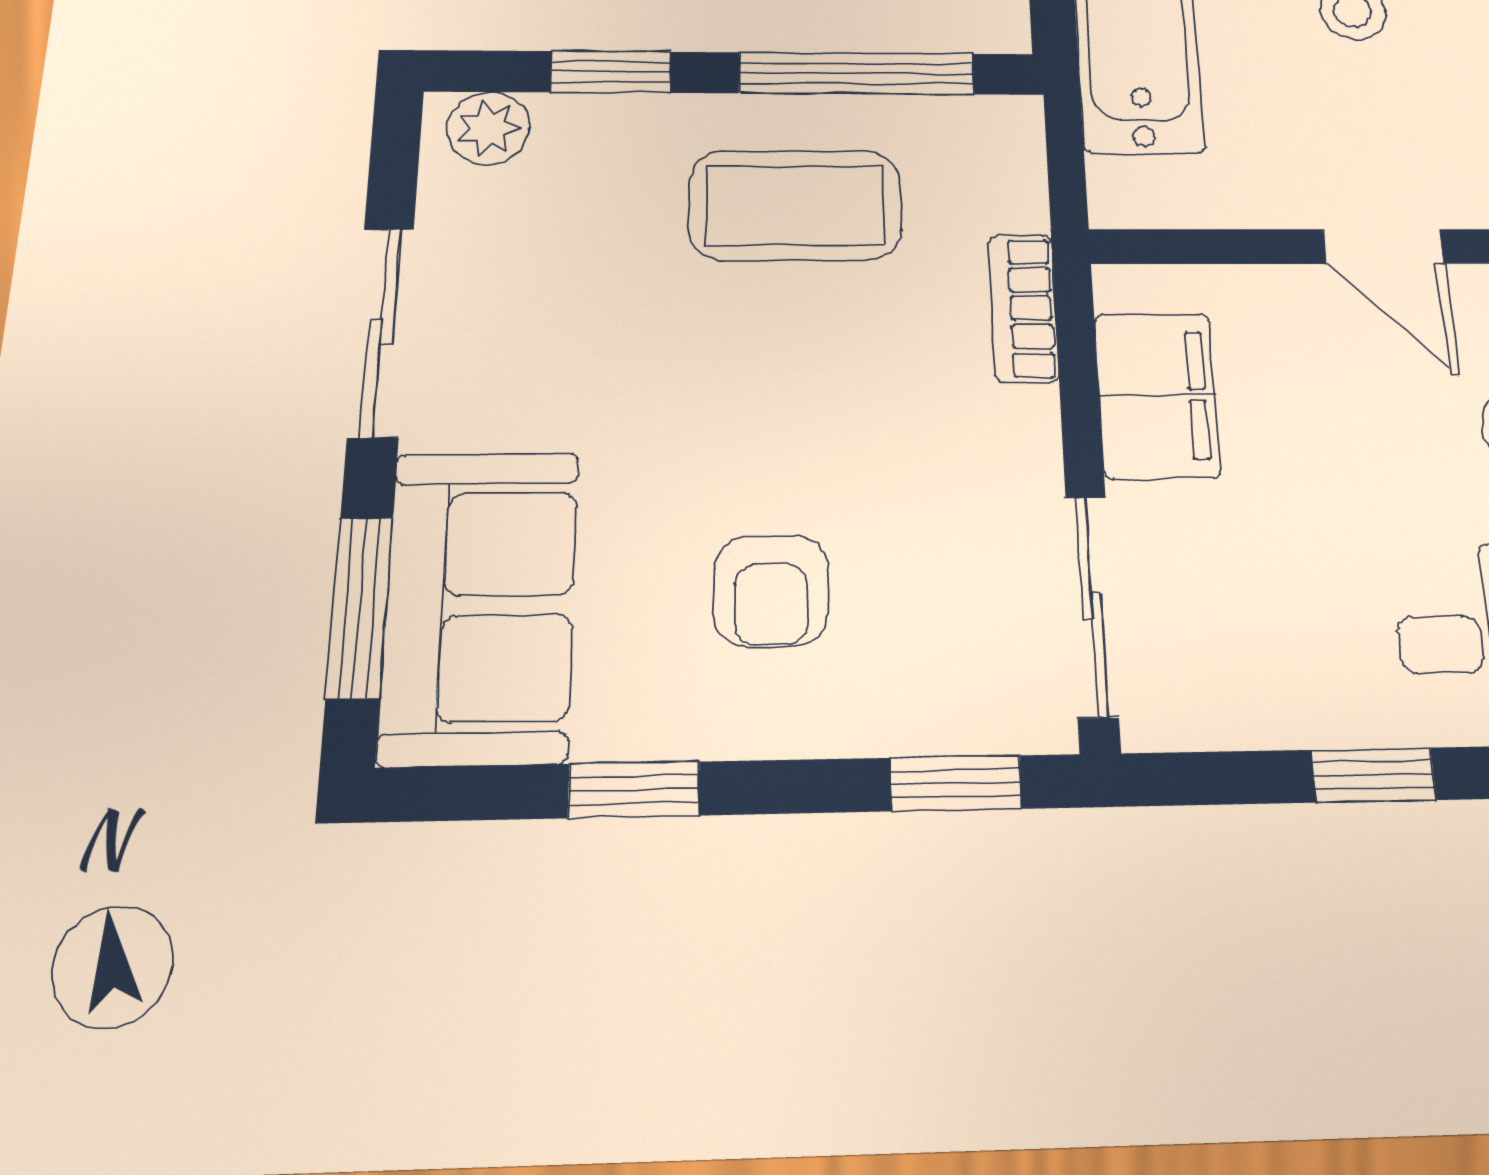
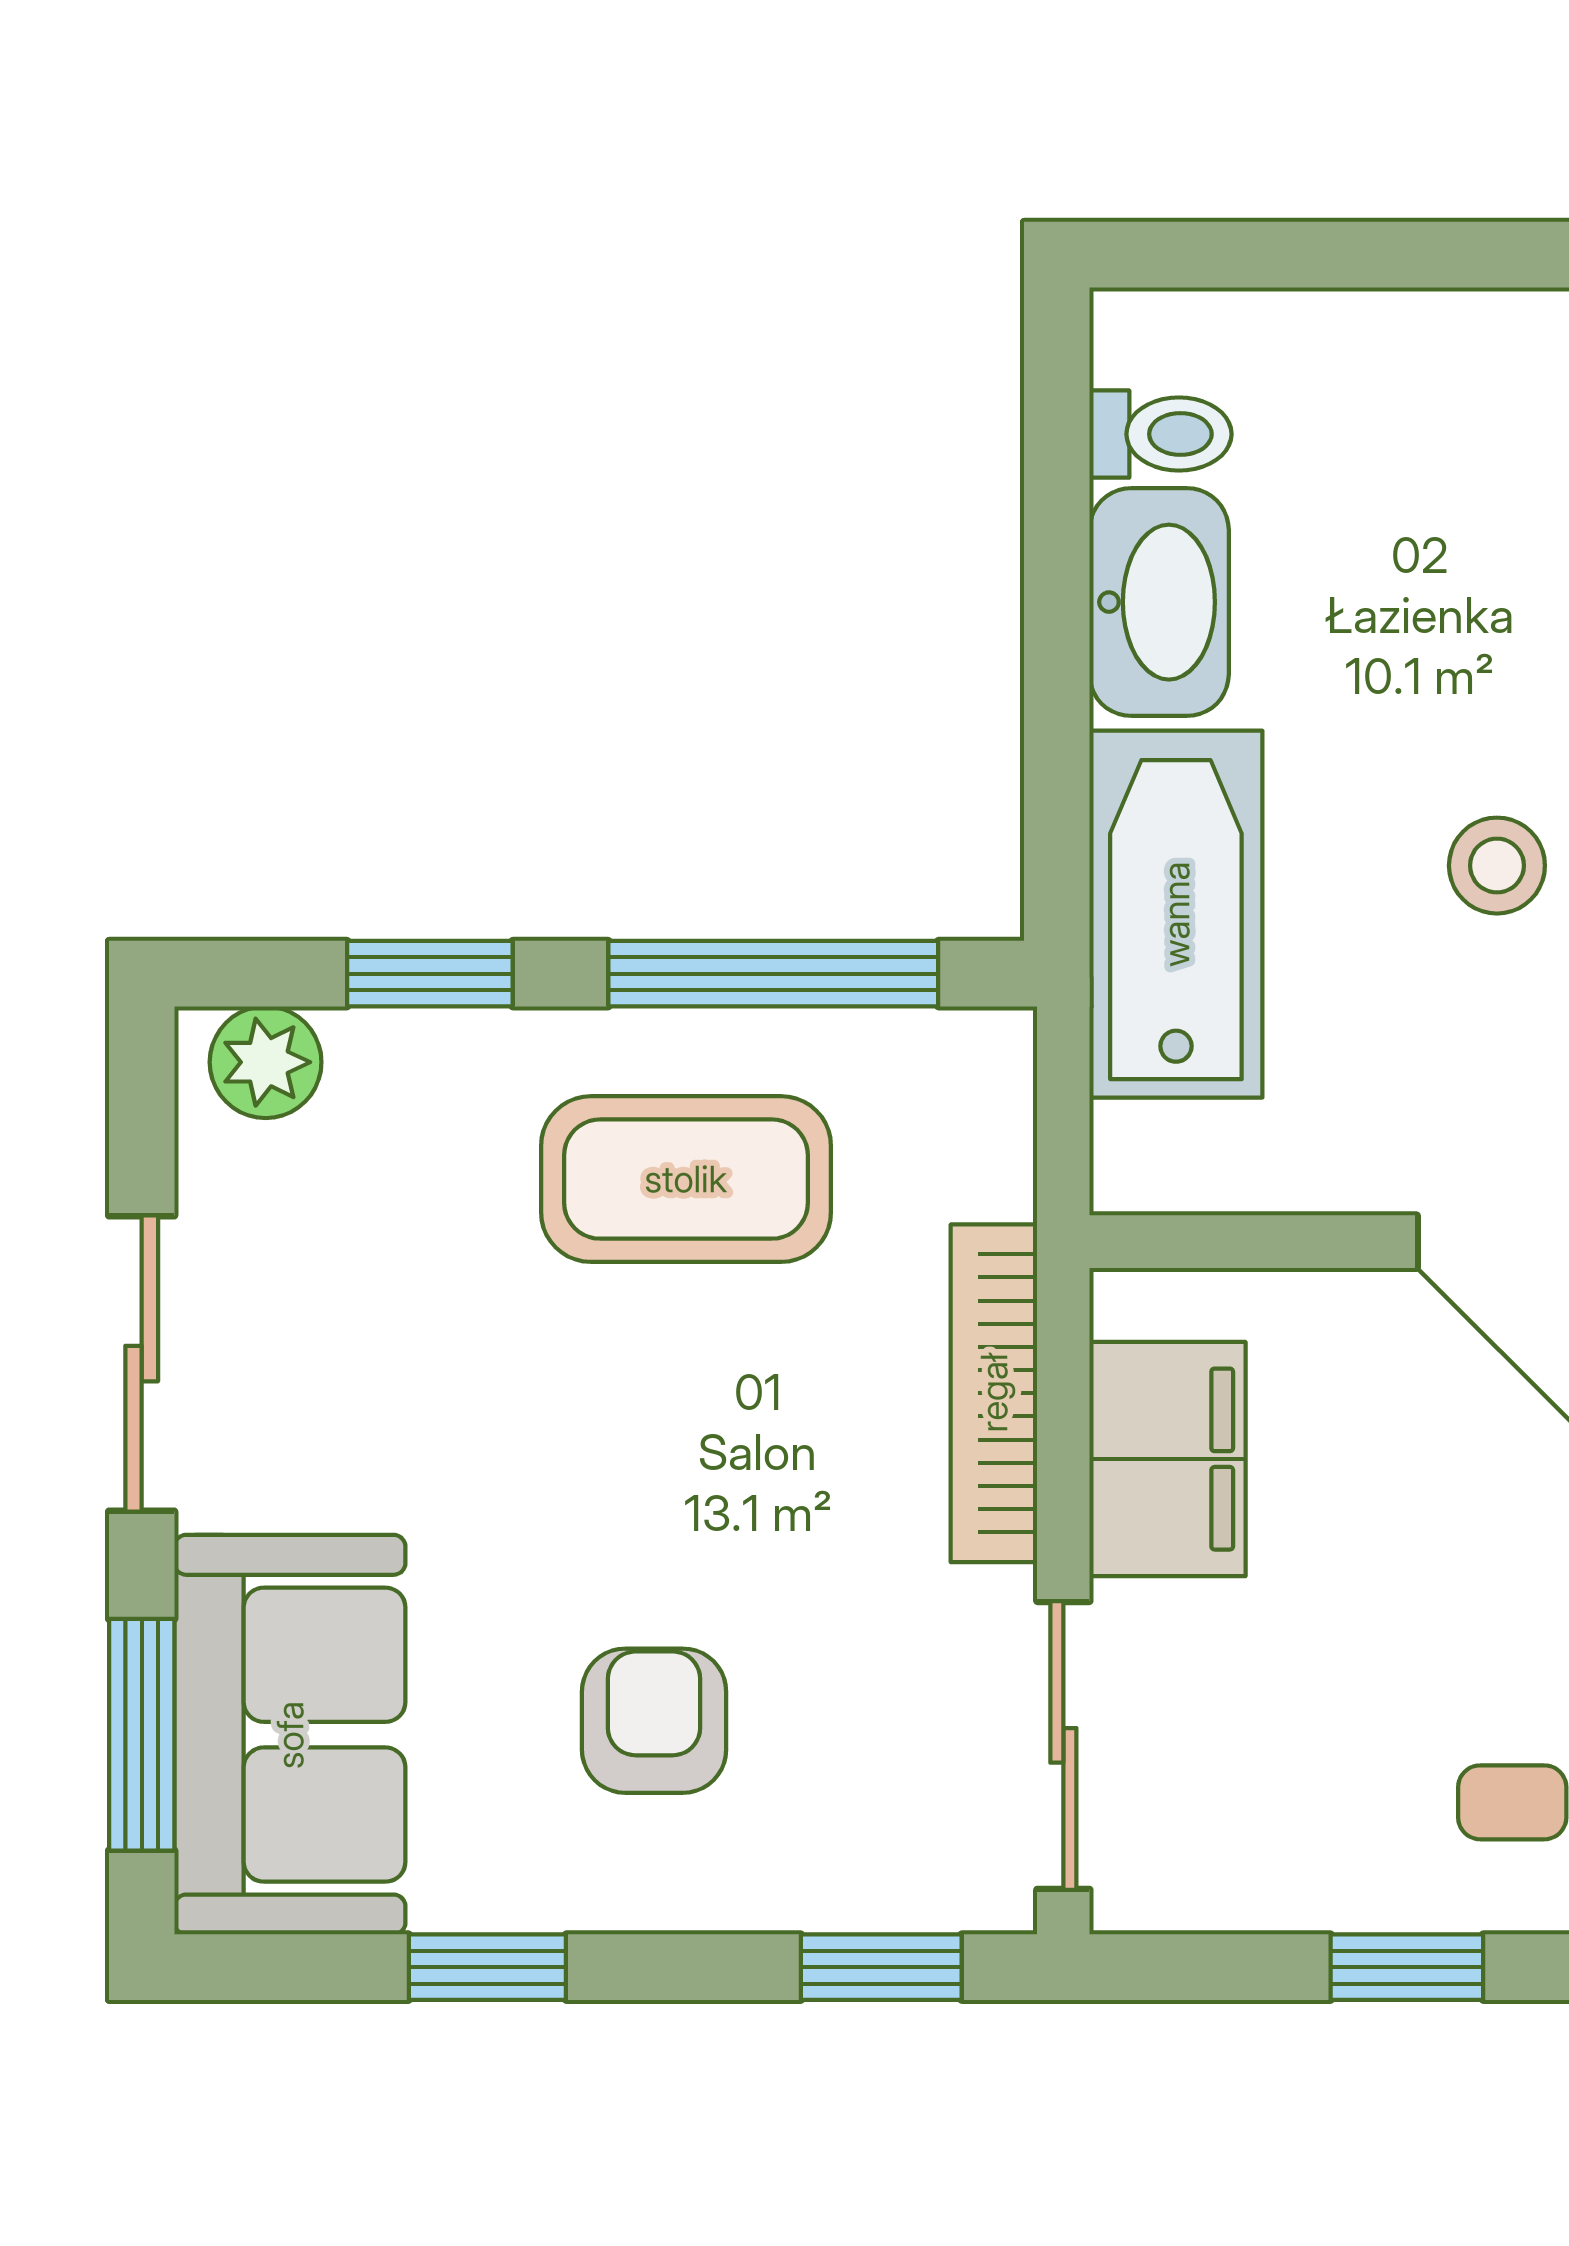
bookcase: (1024, 308) -> (994, 1393), width x1.56
armchair: (771, 591) -> (654, 1721), turned 180

